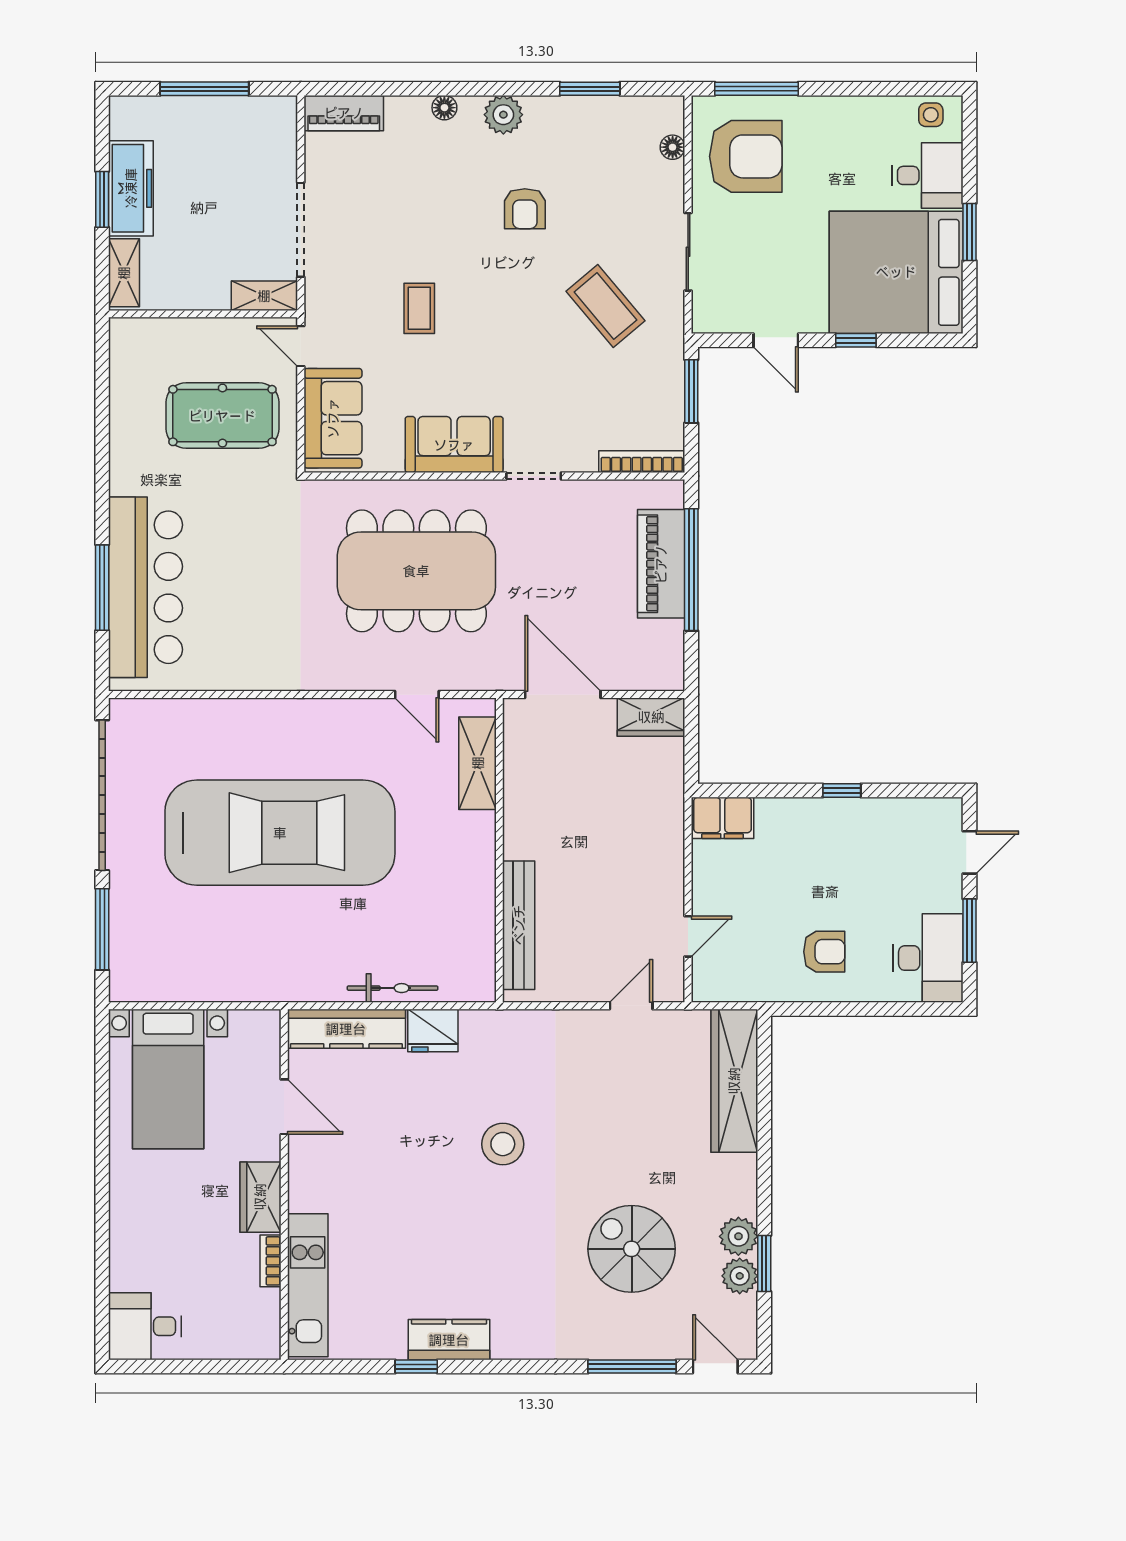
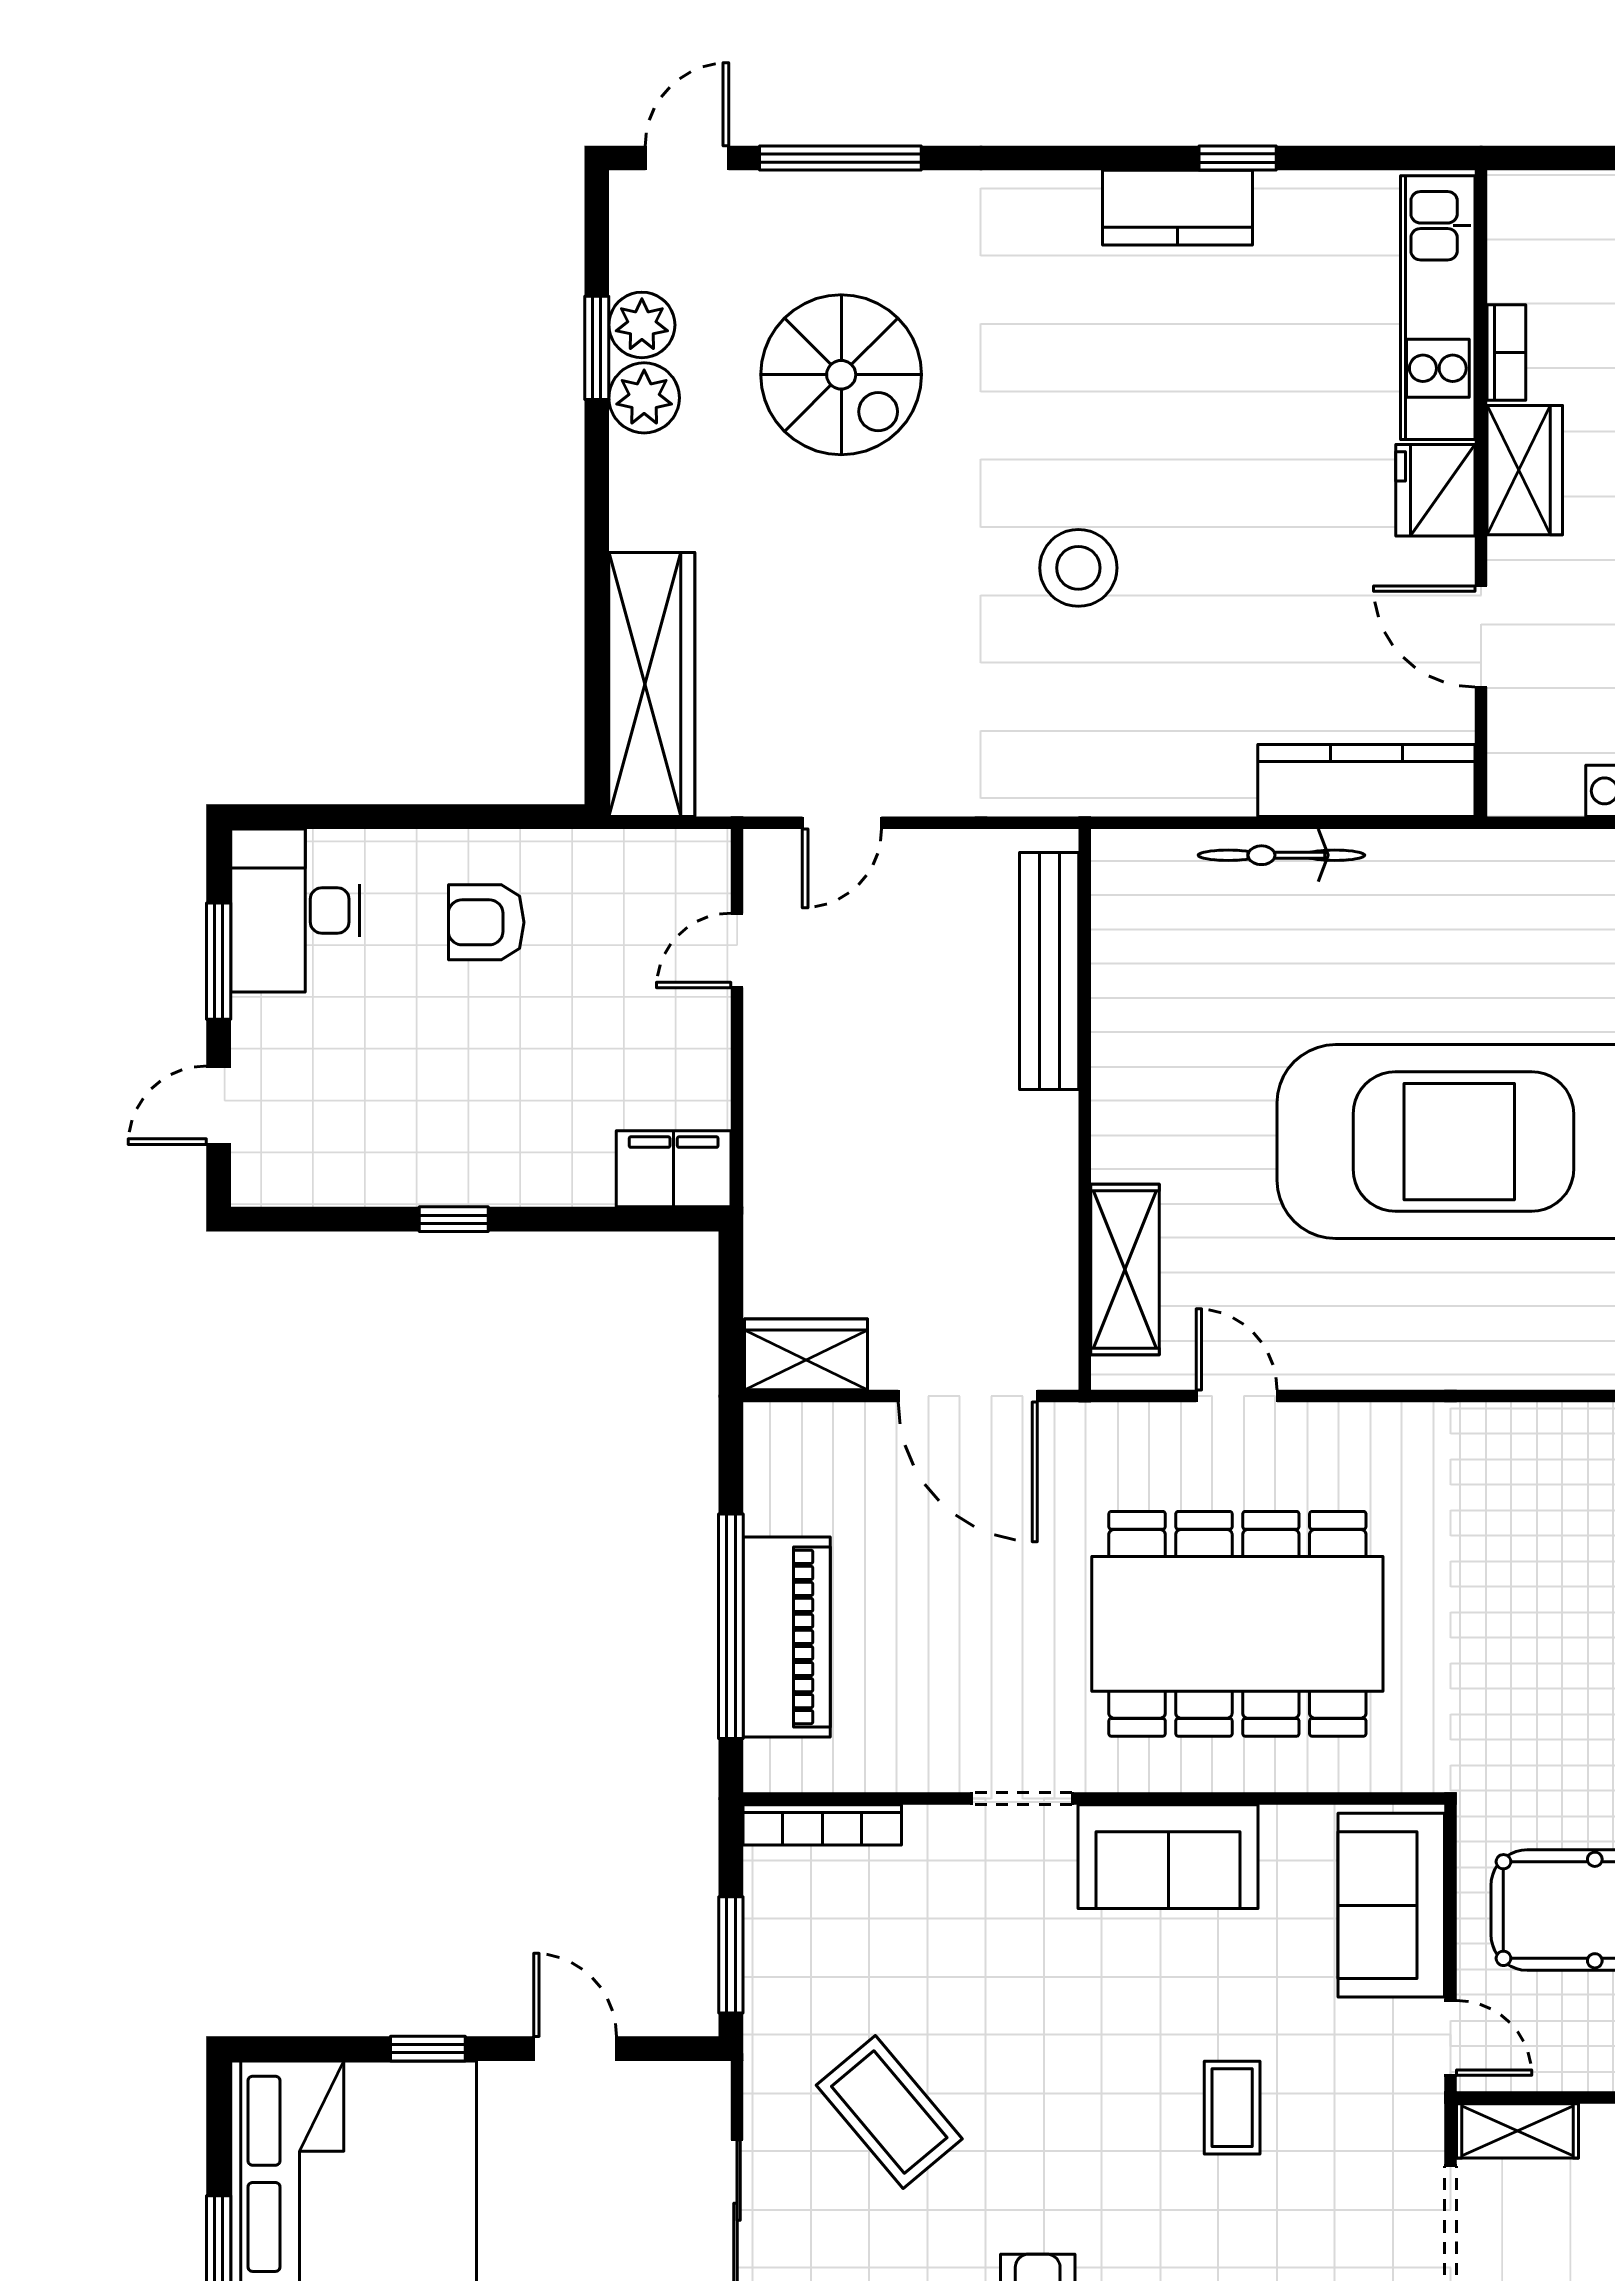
fridge: (433, 1030) -> (1435, 490), moved, turned -90
door: (715, 1367) -> (687, 158), swing flipped

